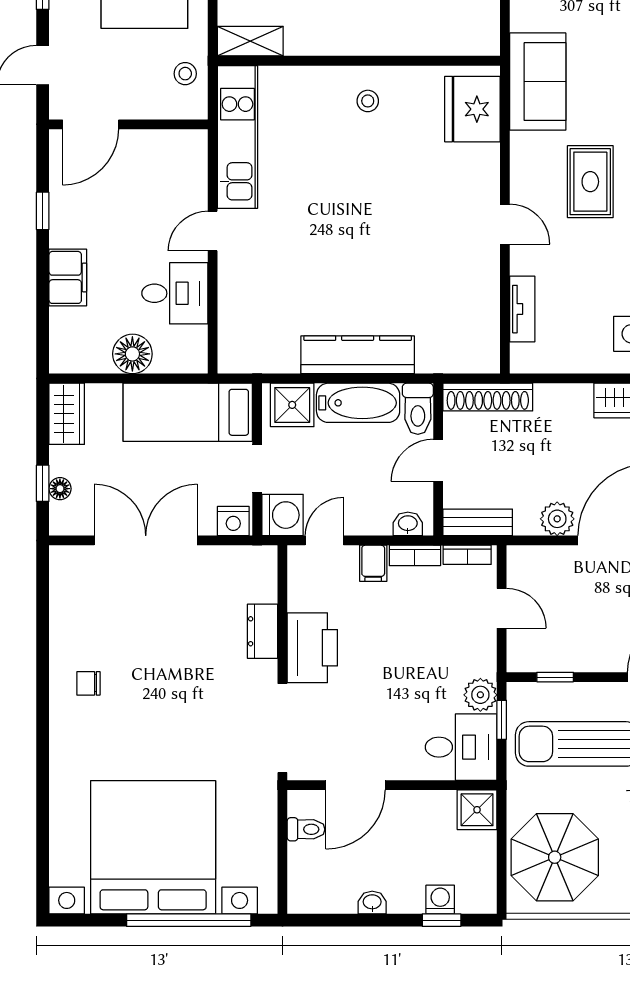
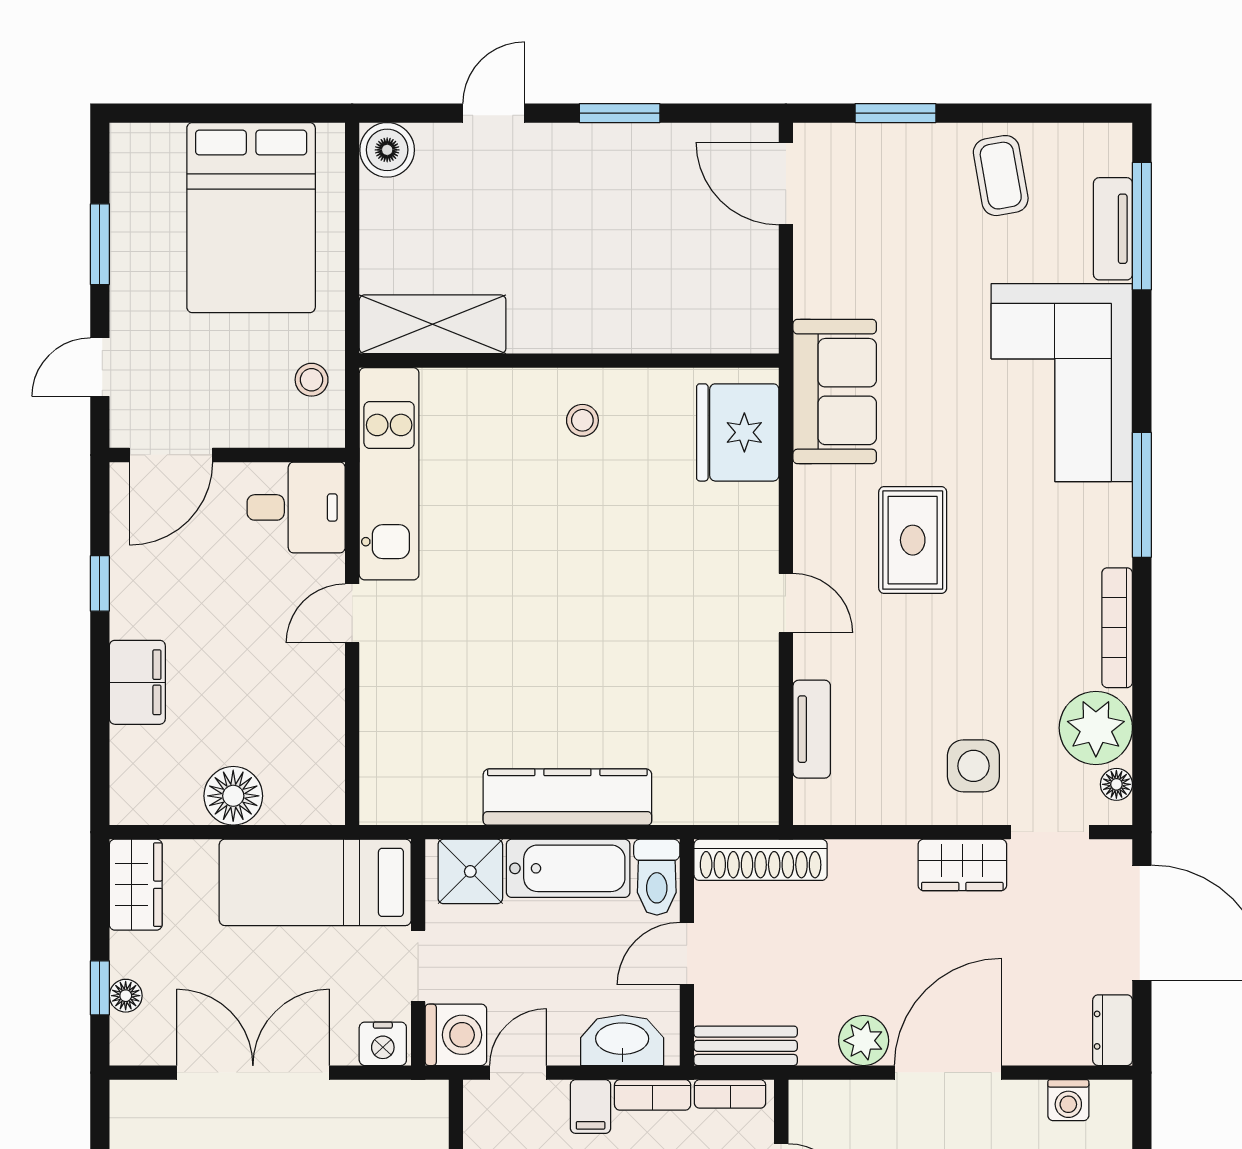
shelving: (250, 41) -> (433, 324), width x1.50, depth x1.33
desk: (175, 293) -> (296, 507), moved
washbasin: (408, 524) -> (622, 1040), width x1.91, depth x1.45

